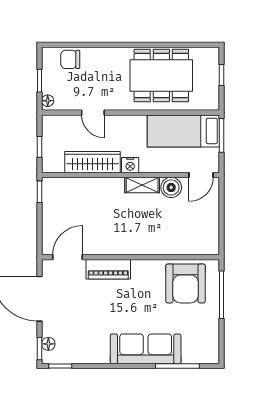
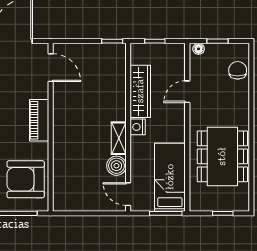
piano: (108, 269) -> (39, 120), moved

